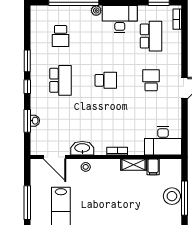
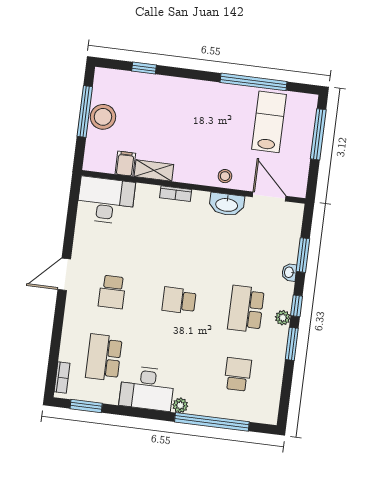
plant: (35, 78) -> (283, 318), added
washbasin: (35, 121) -> (289, 272), moved

